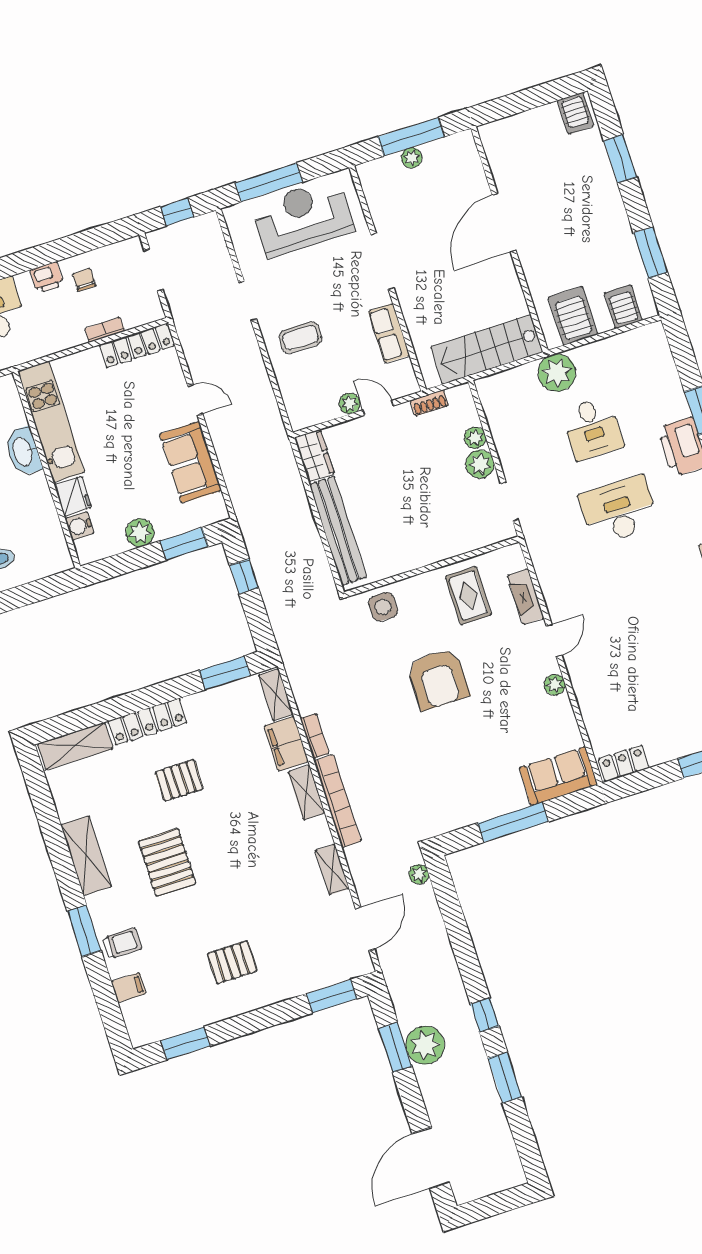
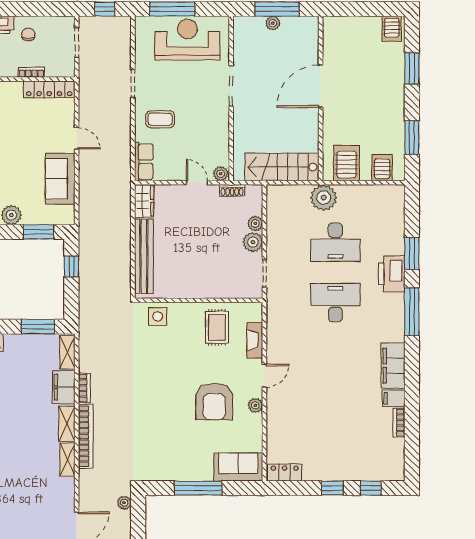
row of seats: (389, 333) -> (144, 162), moved, turned 180
plant: (350, 403) -> (221, 174), moved
desk: (592, 428) -> (335, 242), width x1.37
armchair: (438, 679) -> (214, 401), moved
shelving: (332, 869) -> (67, 460), moved

